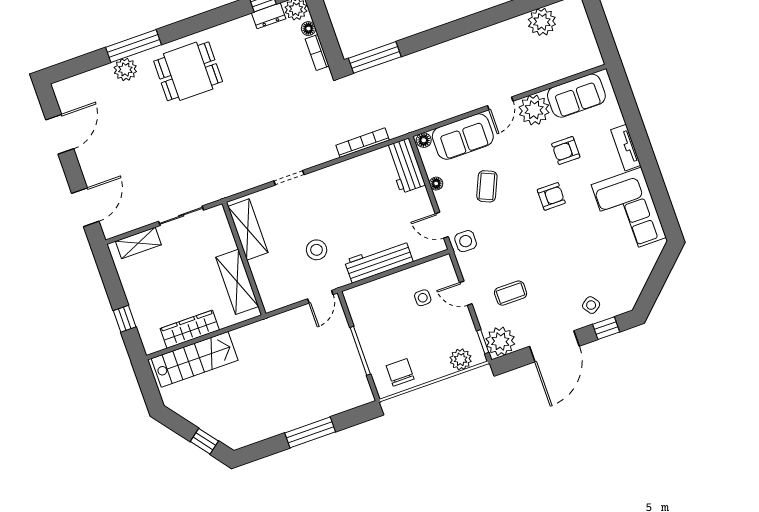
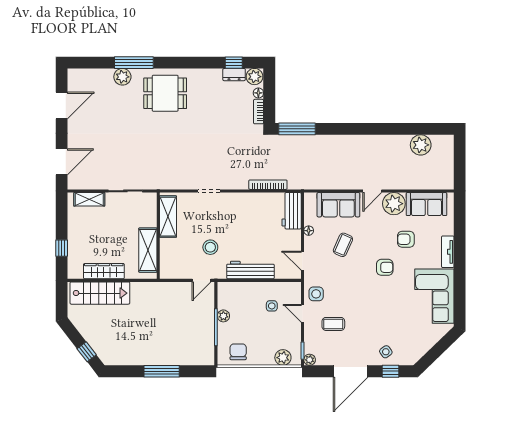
floor lamp: (424, 140) -> (311, 198), removed
side table: (466, 241) -> (316, 294), moved
plant: (365, 333) -> (223, 316), added
plant: (500, 341) -> (310, 360), width x0.53, depth x0.53

